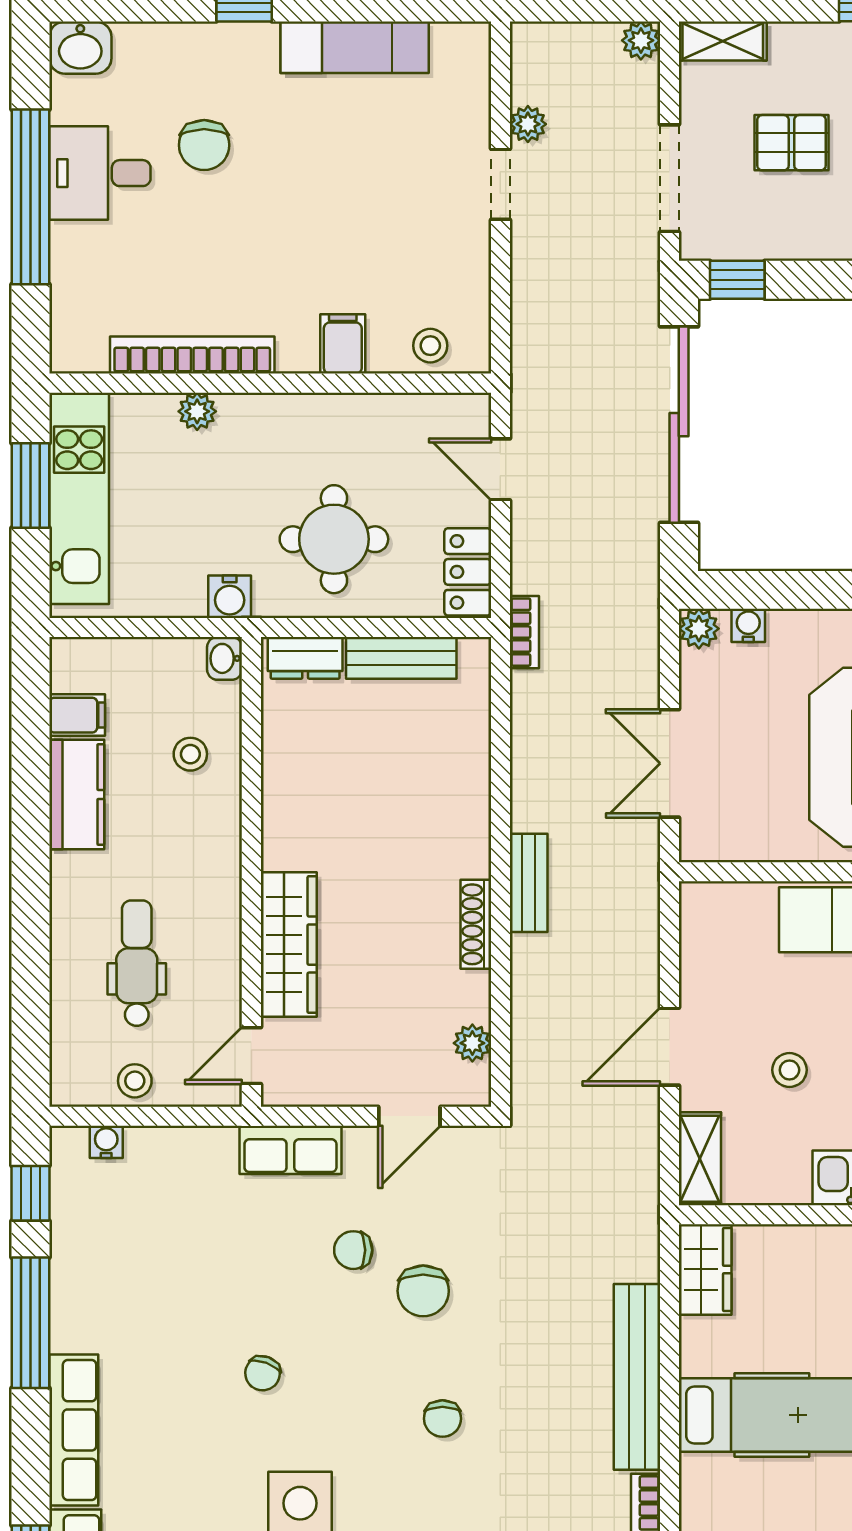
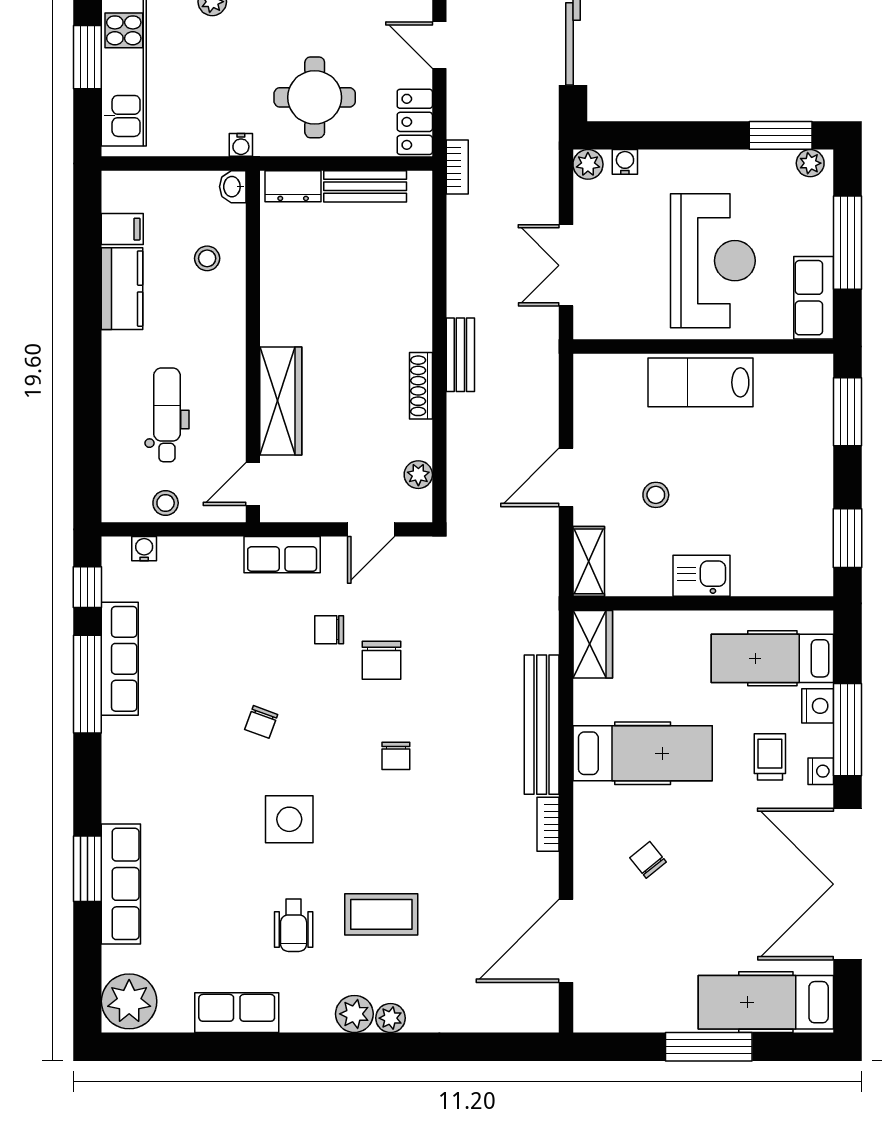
water cooler: (230, 597) -> (241, 145), width x0.72, depth x0.72
row of seats: (74, 1430) -> (120, 659), moved

